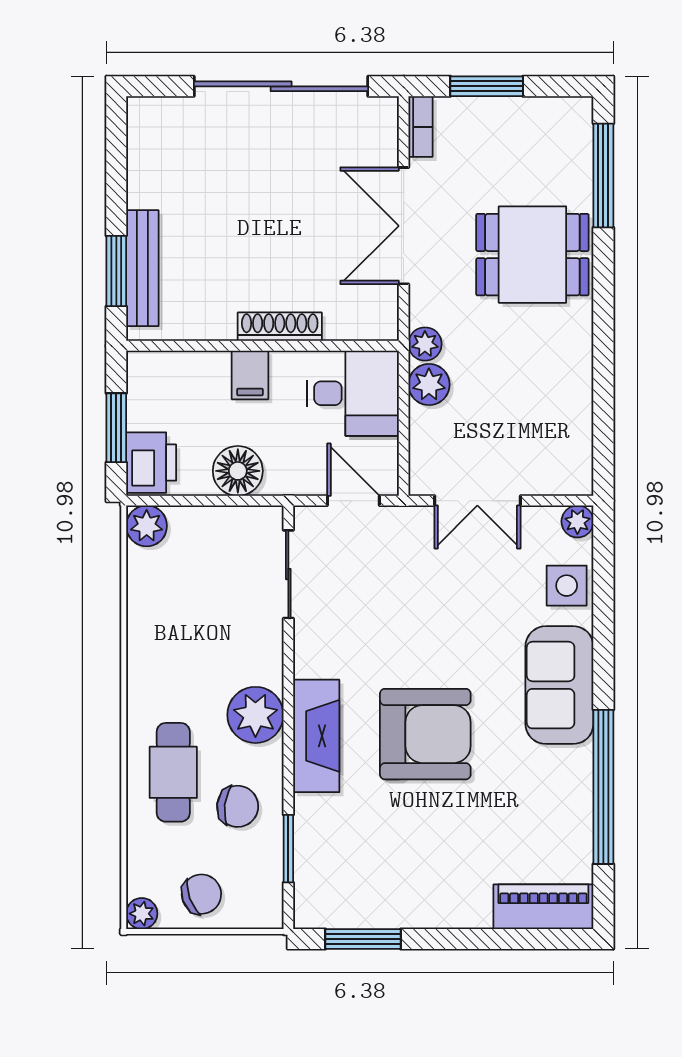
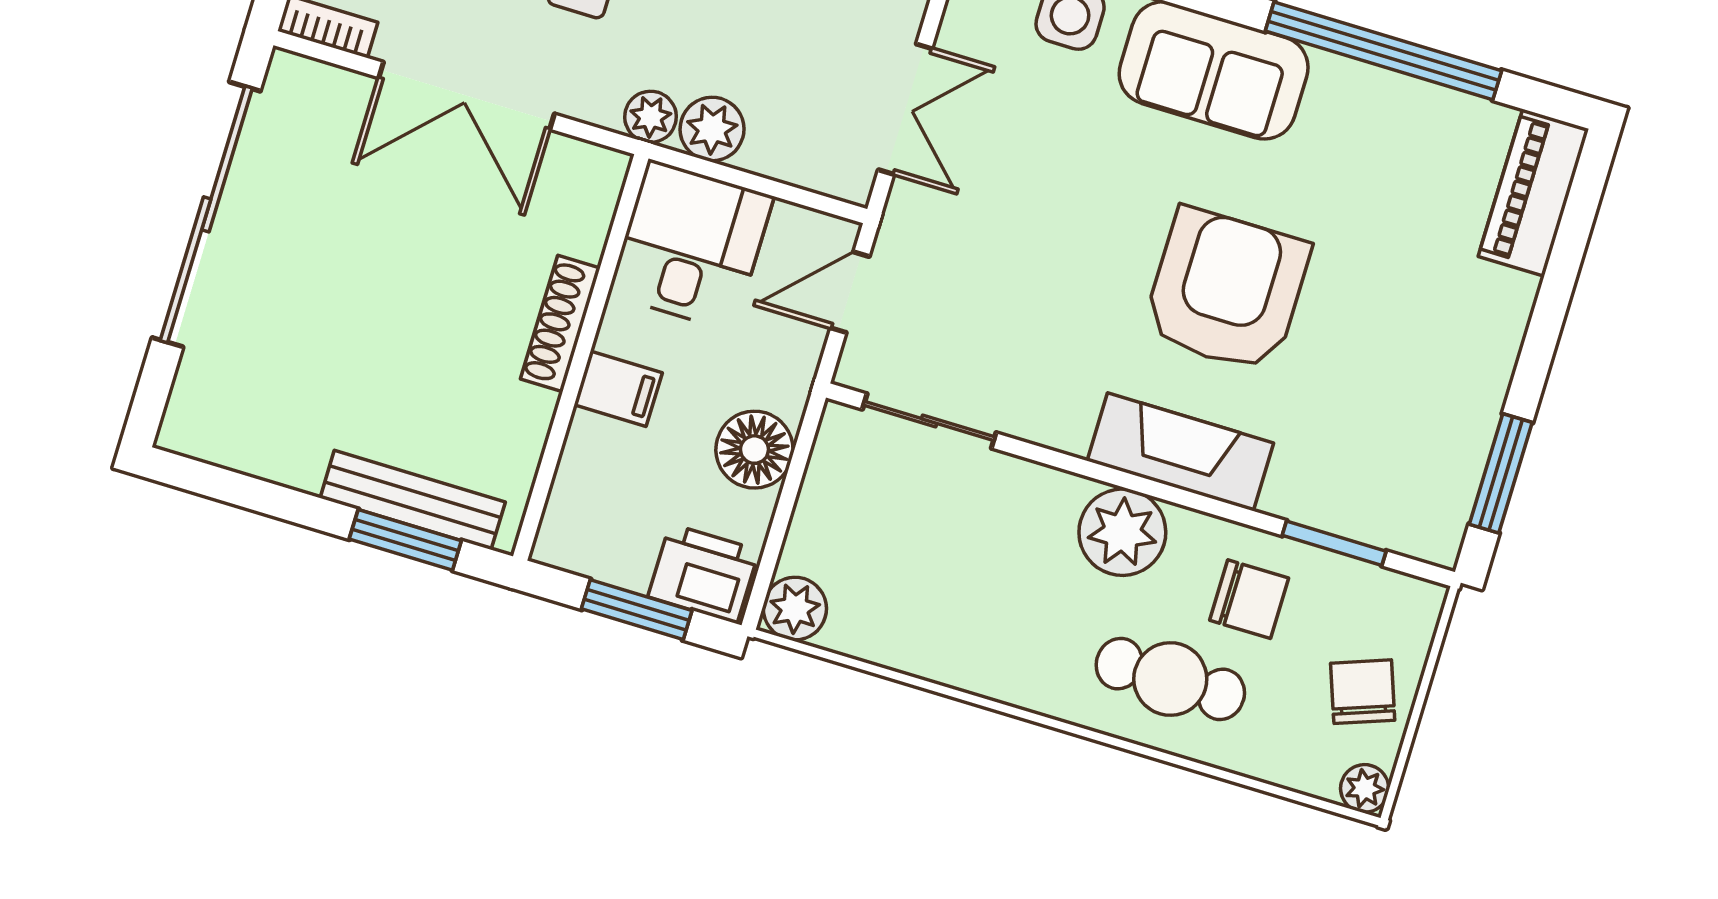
chair: (238, 806) -> (1249, 599), turned 83

